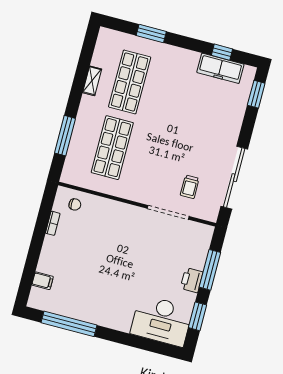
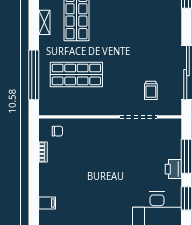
window: (65, 136) -> (34, 75), width x1.46
shop shelf: (112, 148) -> (76, 74), turned 90

